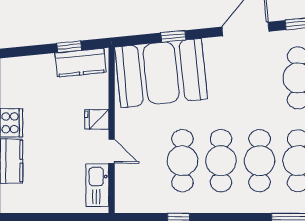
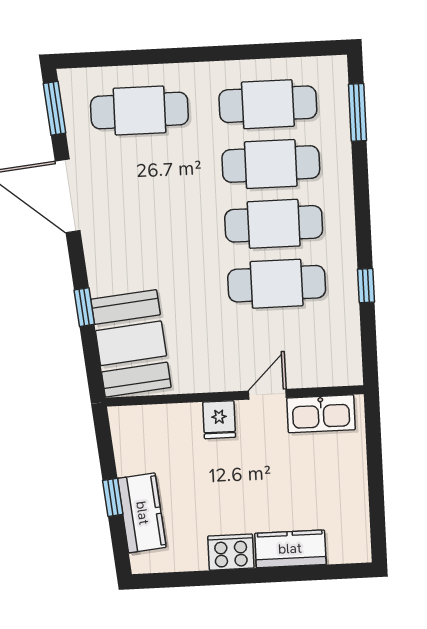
window: (69, 47) -> (113, 497), moved
kitchen counter: (81, 63) -> (142, 513), moved
booth: (161, 73) -> (131, 343), width x0.73, depth x0.70

